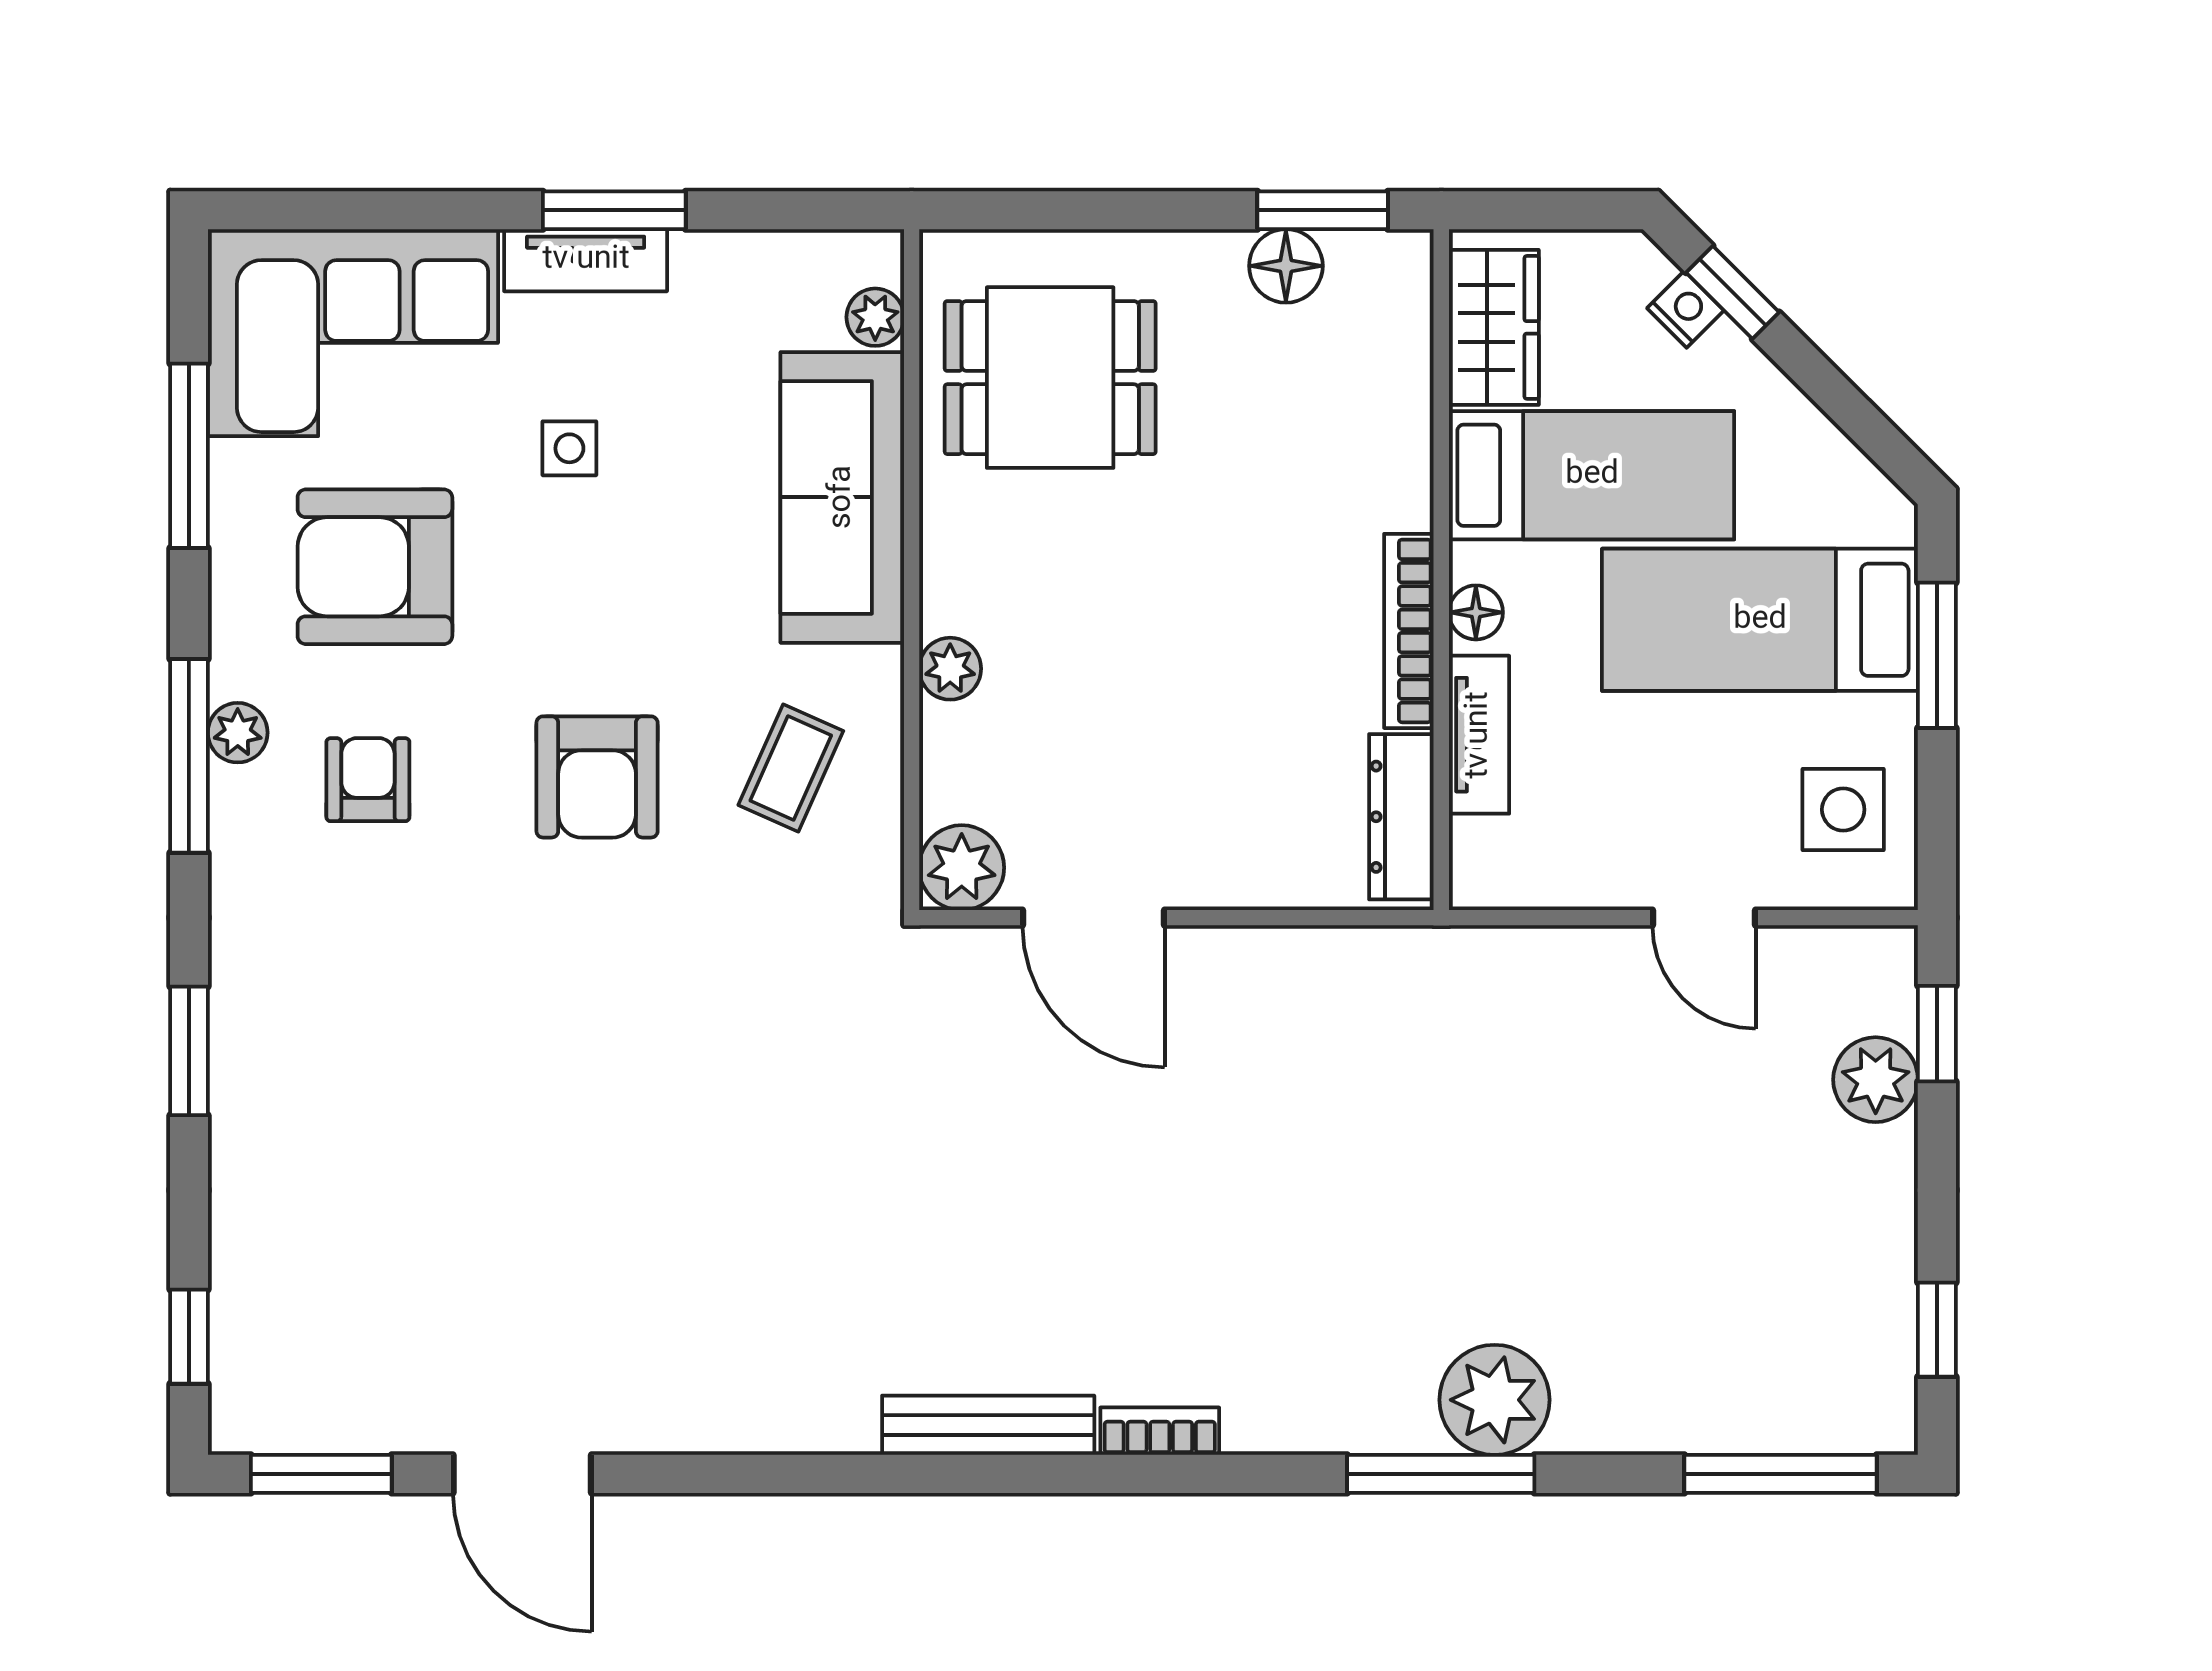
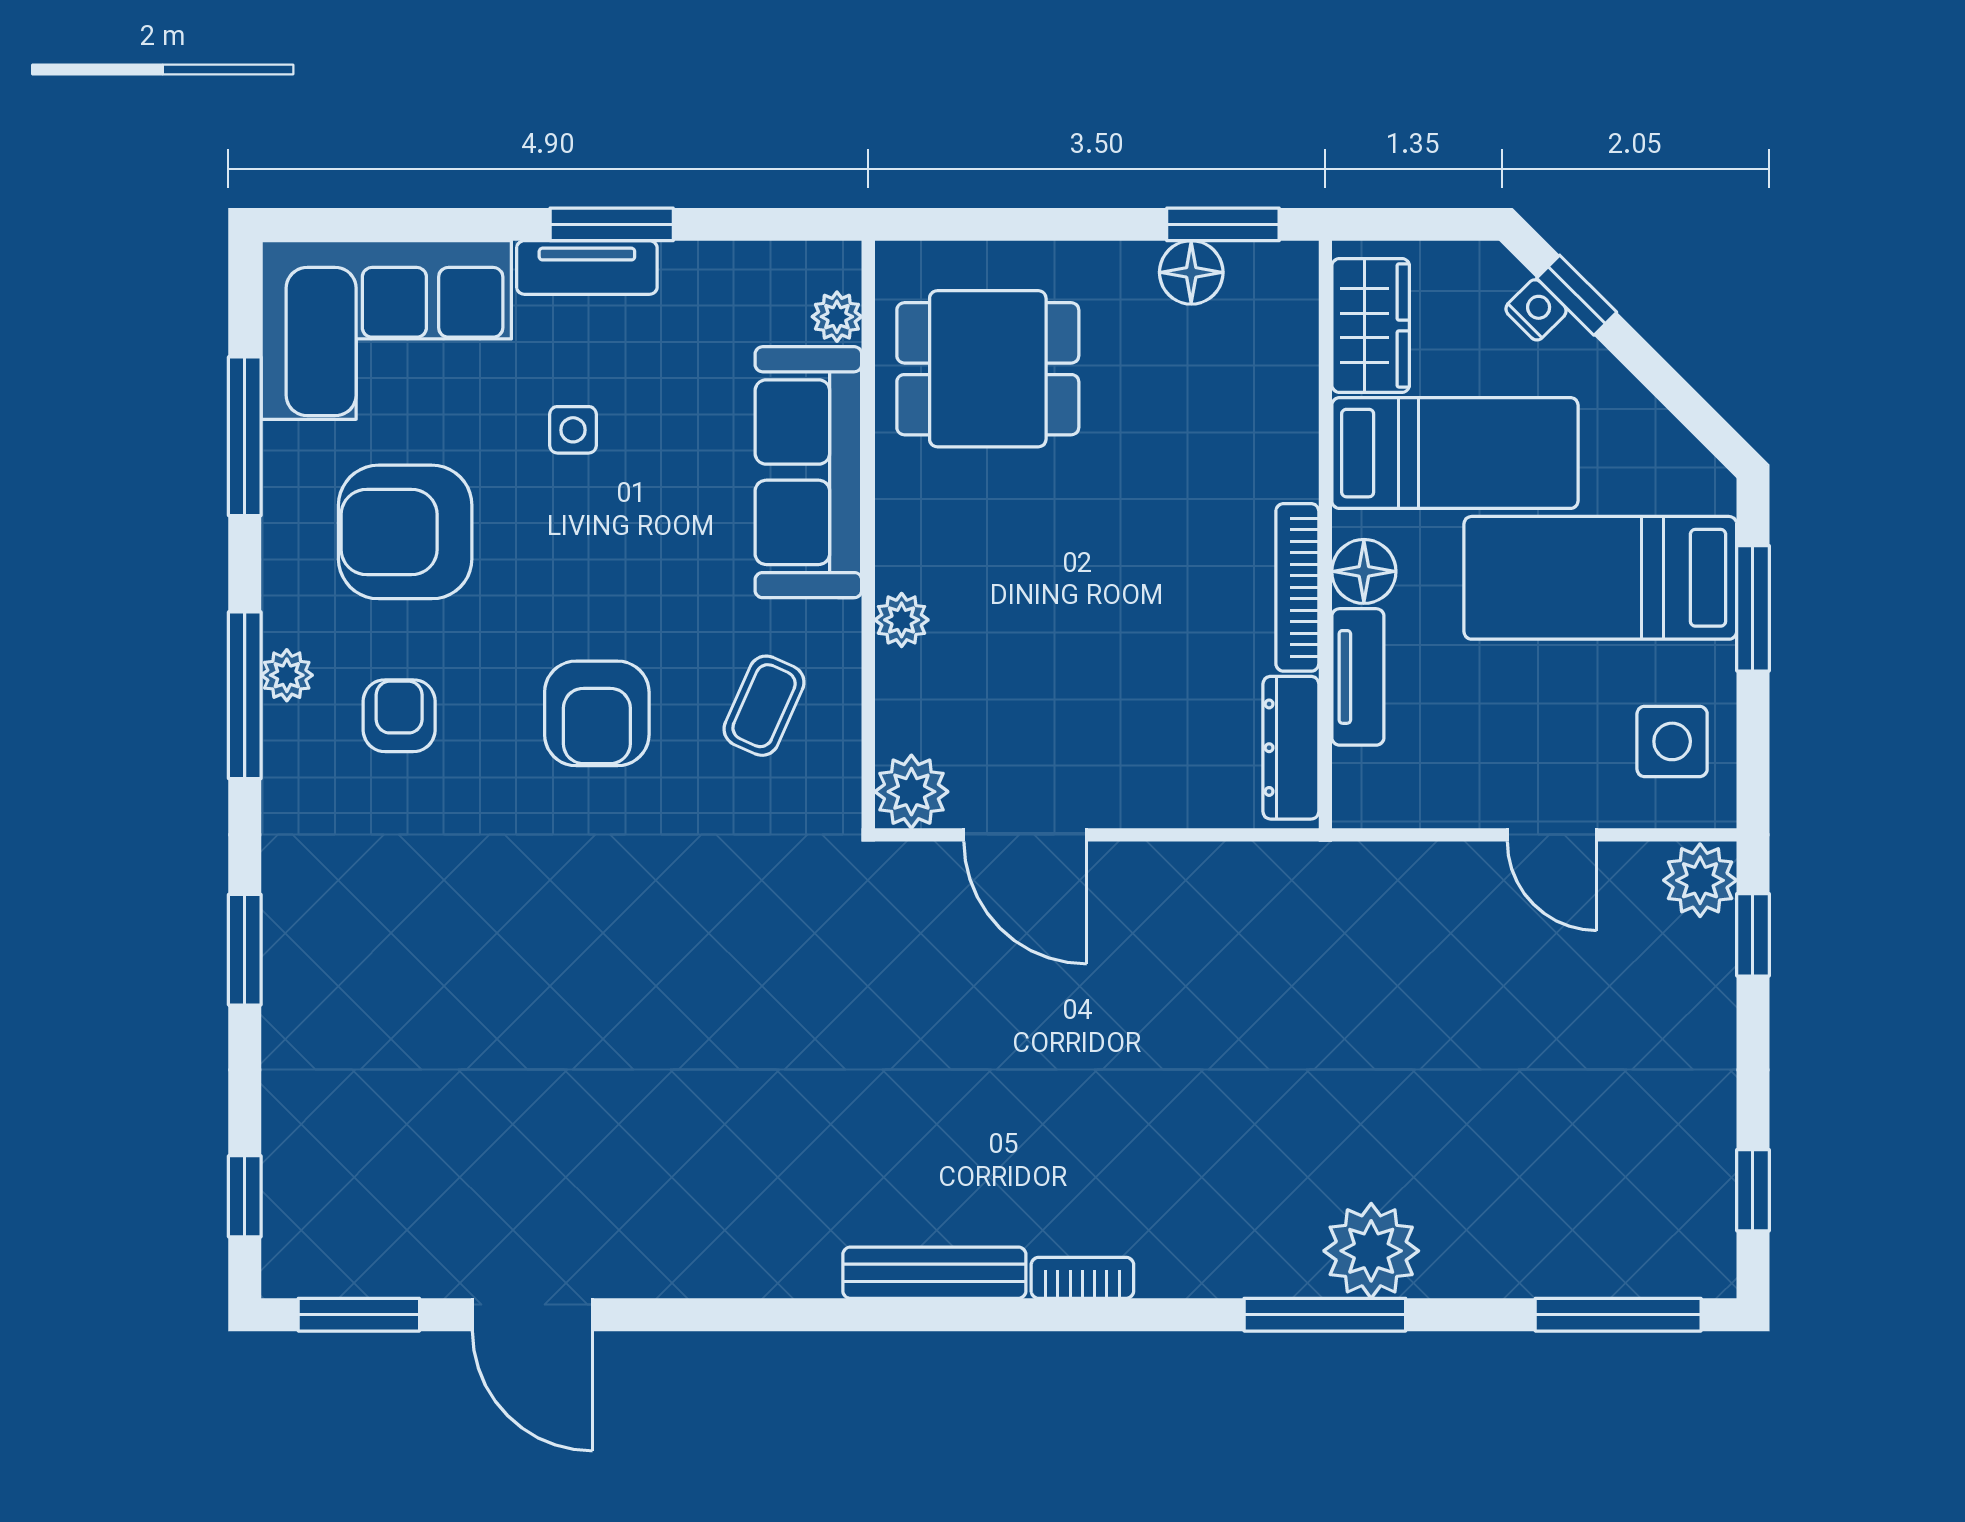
floor lamp: (1476, 612) -> (1364, 571), width x1.37, depth x1.37
plant: (1876, 1080) -> (1700, 880), moved

